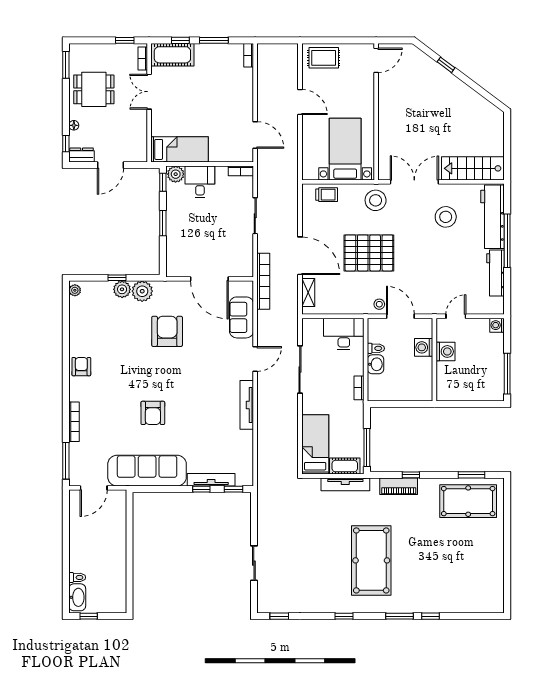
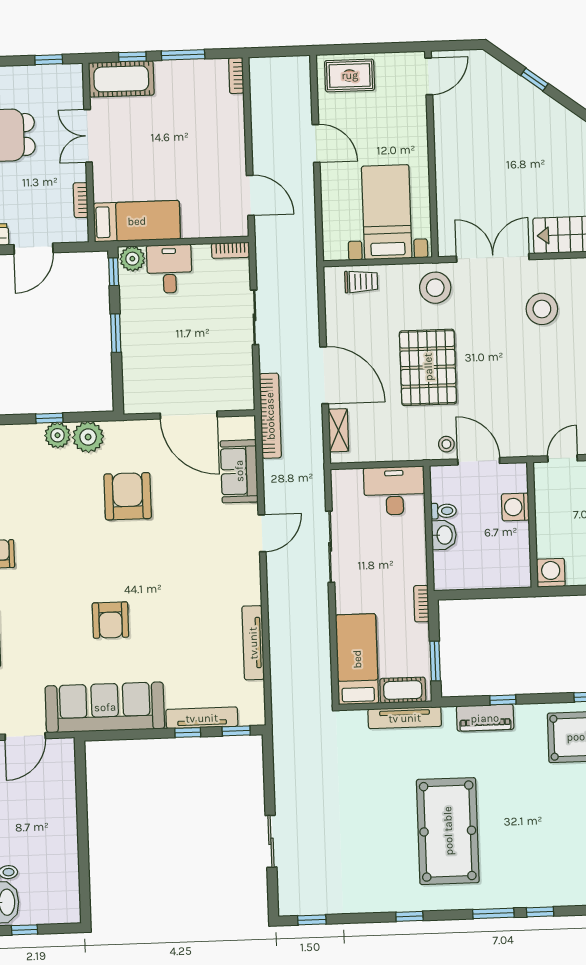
bookcase: (143, 58) -> (81, 200), moved
pallet: (369, 253) -> (428, 367), turned 90
washing machine: (445, 351) -> (551, 573), moved, turned -90
bookcase: (359, 388) -> (421, 604), moved
tv unit: (247, 405) -> (253, 643), moved
window: (367, 448) -> (435, 661), width x0.69

